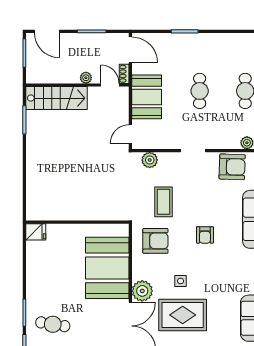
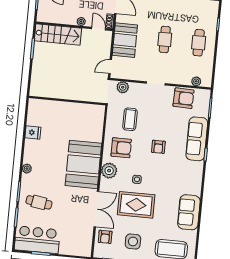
wall: (77, 222) -> (67, 101), moved
plant: (32, 281) -> (27, 169), added
plant: (142, 291) -> (109, 171), moved

